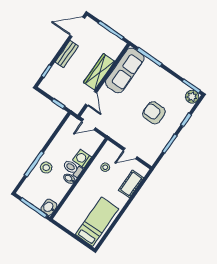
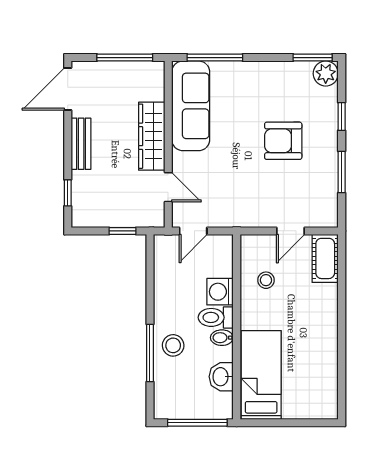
cot: (131, 184) -> (325, 258), moved
washbasin: (49, 207) -> (221, 377), moved
bed: (97, 222) -> (261, 375), moved

